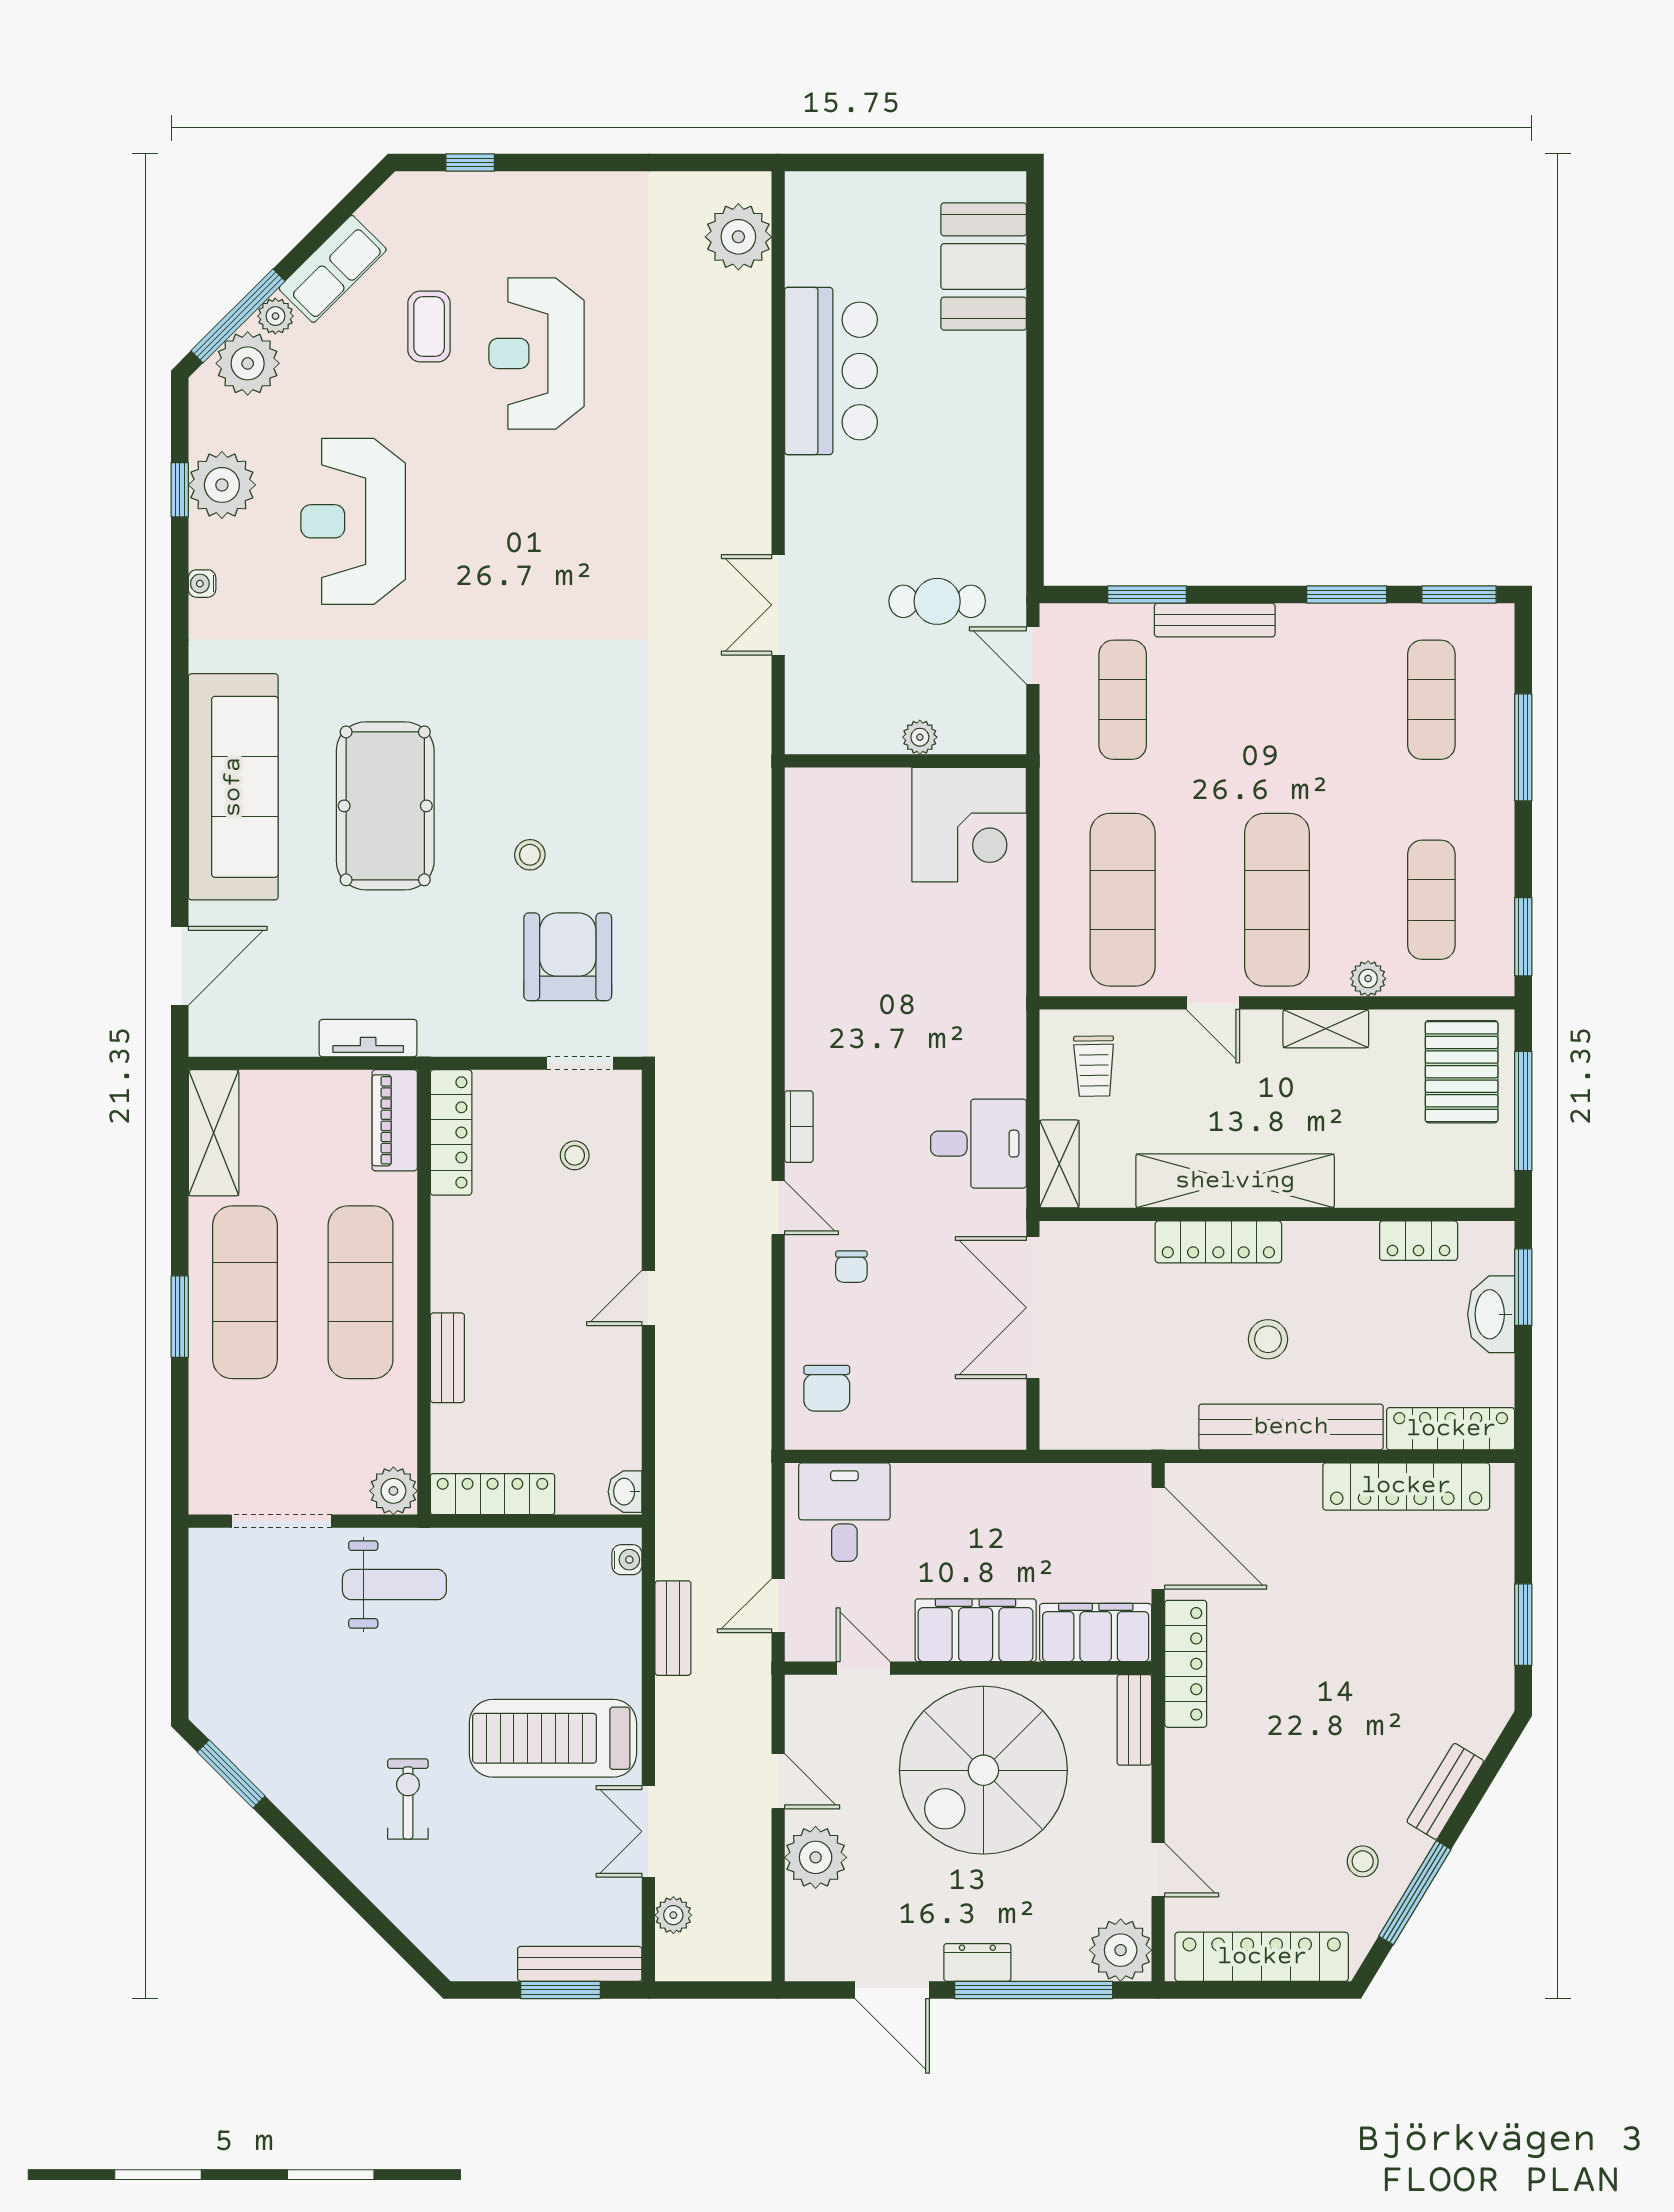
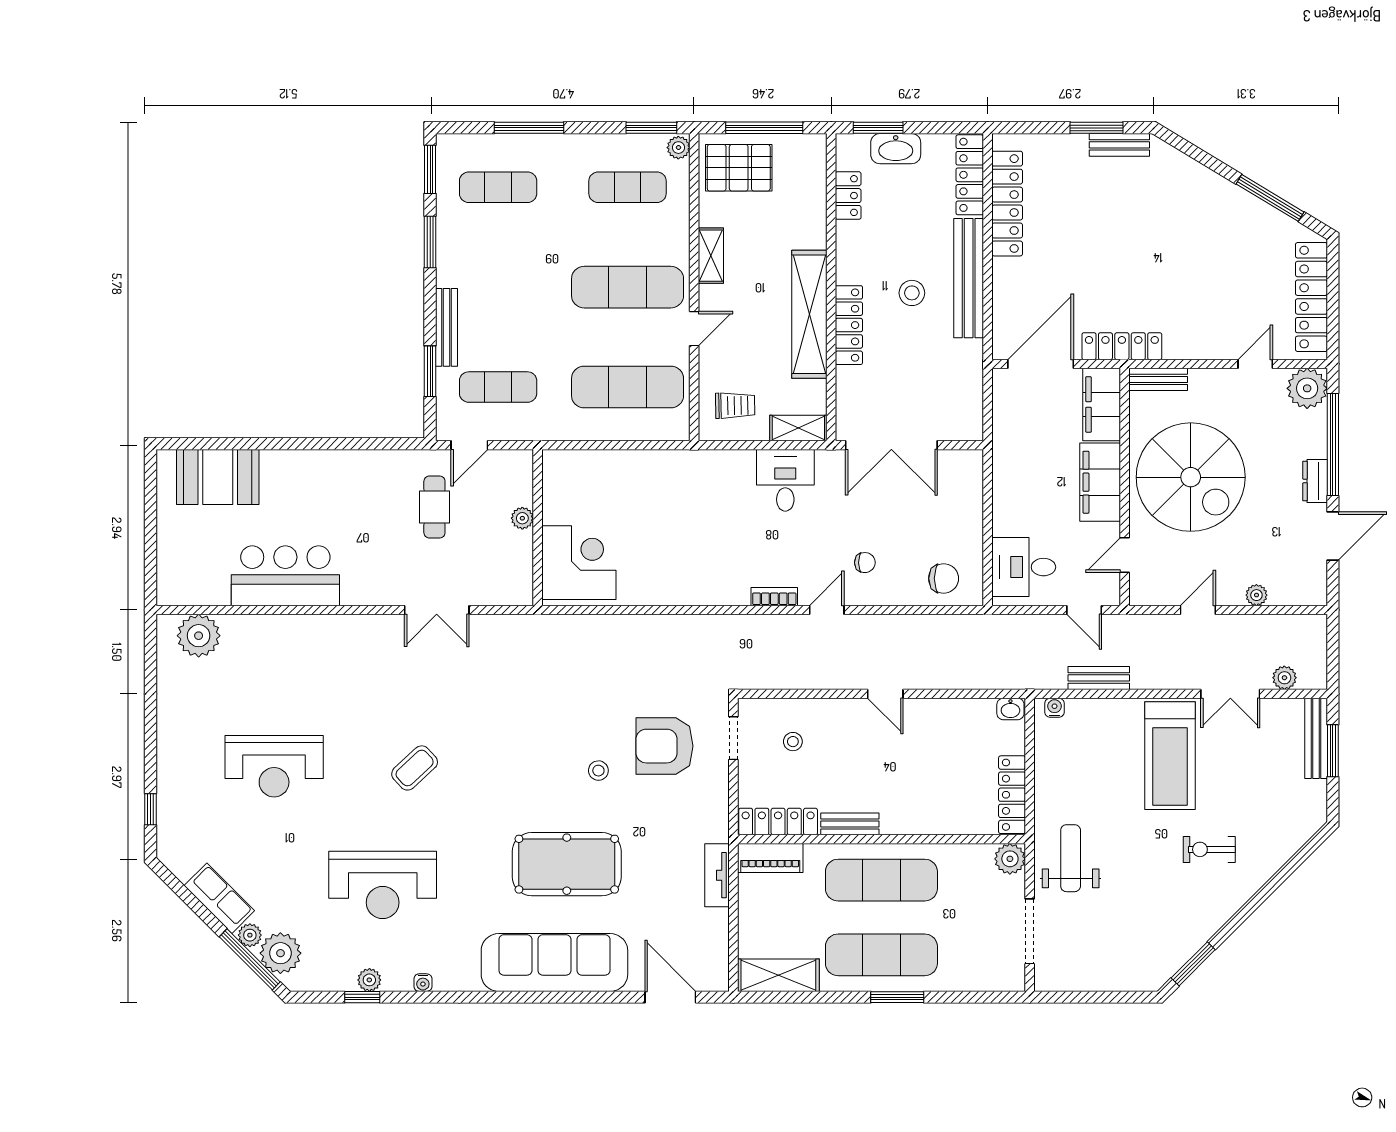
coffee table: (429, 327) -> (415, 768), moved, turned -43
plant: (222, 485) -> (369, 980), width x0.53, depth x0.53
corner desk: (969, 825) -> (579, 563), moved
plant: (1368, 979) -> (678, 148), moved
bench: (447, 1358) -> (850, 824), moved
bench: (1445, 1791) -> (1119, 145), moved, turned -31
plant: (816, 1857) -> (1256, 595), width x0.53, depth x0.53
stool: (1363, 1861) -> (1250, 232), removed

